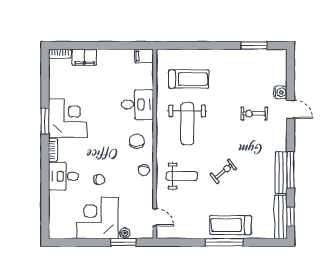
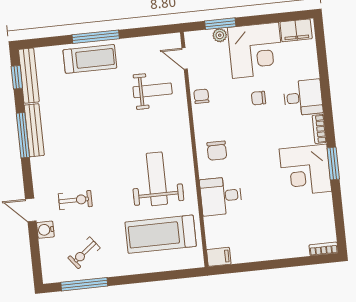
window: (254, 46) -> (84, 284), width x1.44
filing cabinet: (84, 57) -> (296, 30), moved, turned 180
treadmill: (189, 79) -> (161, 234), width x1.37, depth x1.38
chair: (144, 170) -> (201, 96), moved
exercise bike: (223, 171) -> (84, 253), moved
weight bench: (182, 176) -> (153, 90), moved, turned 180

